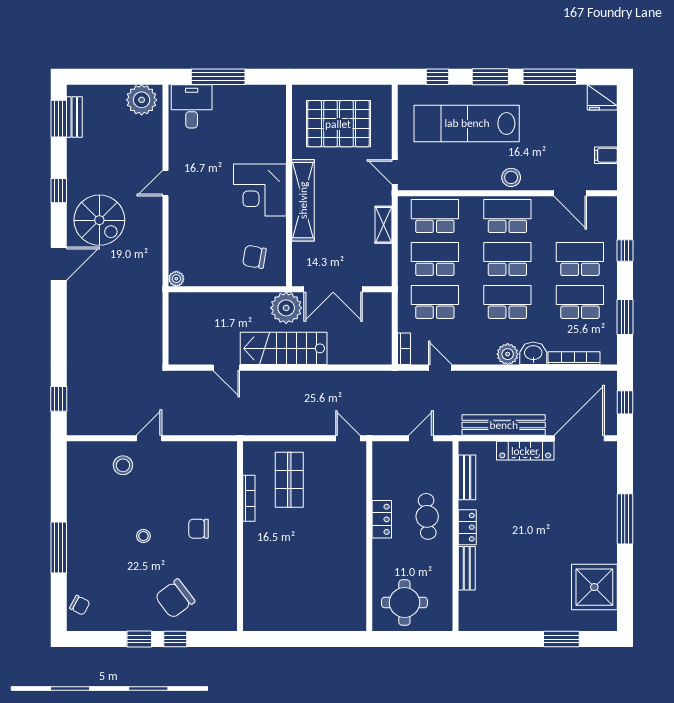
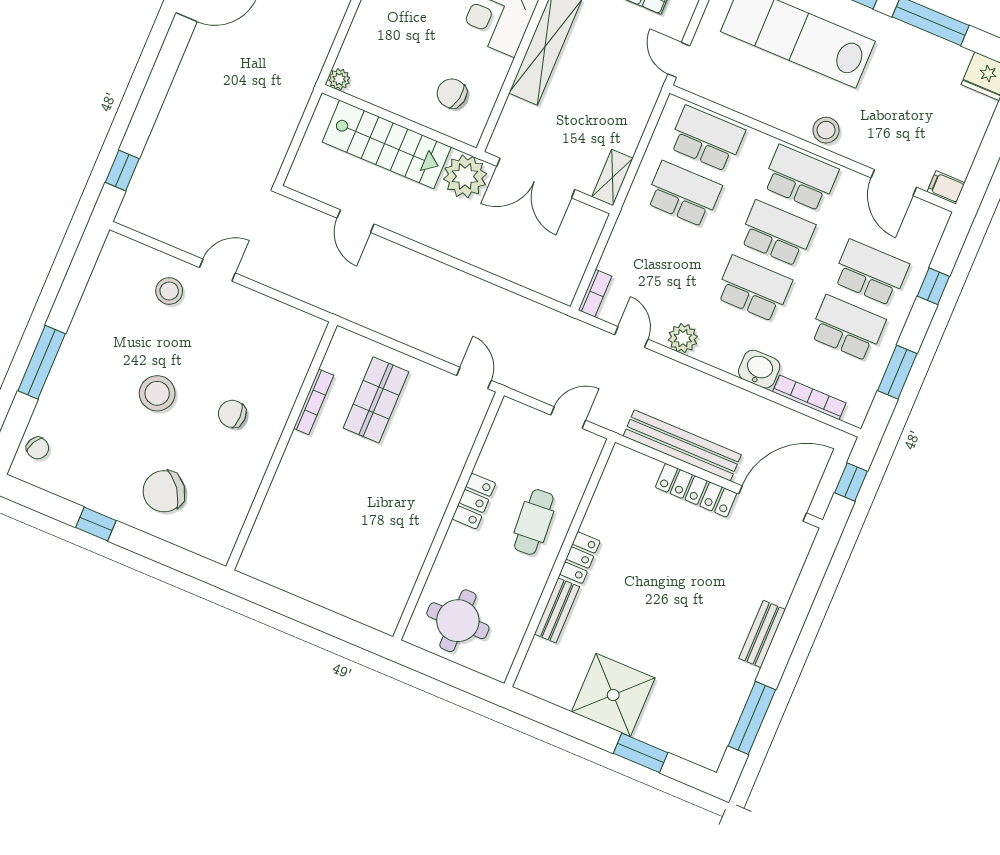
filing cabinet: (606, 155) -> (946, 187), moved
shelving: (383, 225) -> (612, 177), moved
school desk: (435, 302) -> (660, 249), removed
stairs: (284, 348) -> (387, 144), moved, turned 180
plant: (508, 354) -> (683, 338), moved
bench: (467, 477) -> (762, 634), moved
window: (625, 519) -> (752, 718), moved
stool: (143, 536) -> (157, 393), width x1.89, depth x1.89
shower: (594, 587) -> (613, 695), moved
window: (175, 639) -> (142, 544), removed

